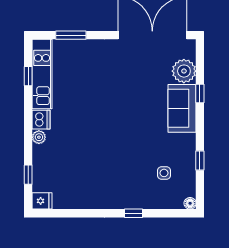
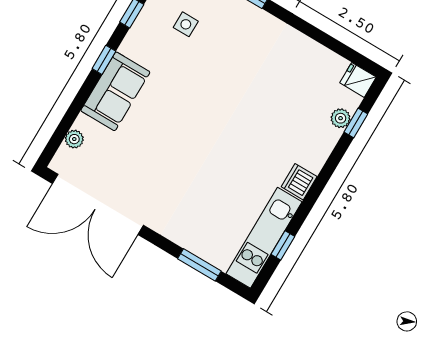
plant: (184, 71) -> (74, 139), width x0.53, depth x0.53
window: (200, 93) -> (104, 60), moved
plant: (39, 137) -> (341, 118), moved

